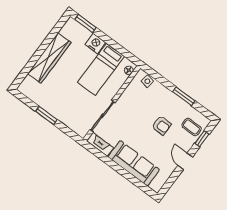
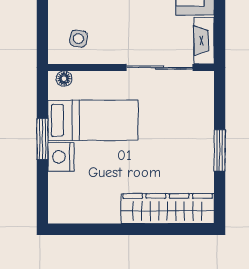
window: (85, 24) -> (42, 139), moved
wardrobe: (49, 58) -> (168, 209), moved
side table: (147, 81) -> (78, 39), moved

